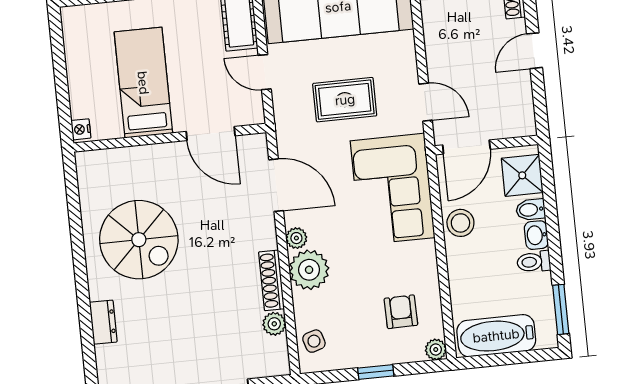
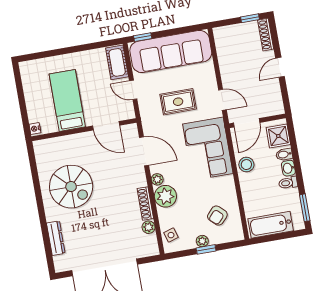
armchair: (401, 312) -> (217, 216), turned -136
dresser: (103, 322) -> (56, 238), width x1.44
plant: (436, 349) -> (202, 241), moved

